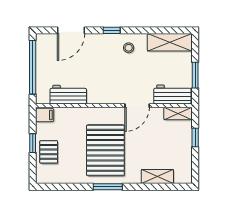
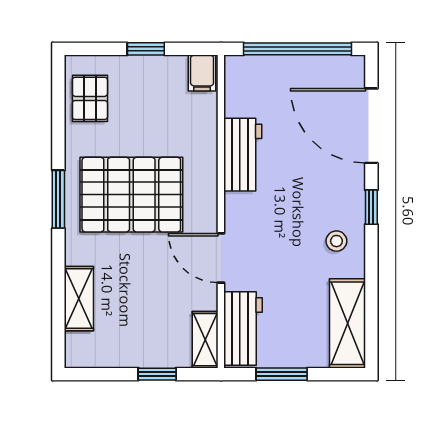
door: (71, 30) -> (371, 126), width x1.36
workbench: (68, 95) -> (243, 155), moved
pallet: (49, 152) -> (90, 98), moved, turned 90

